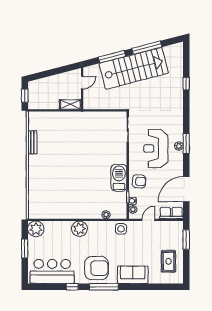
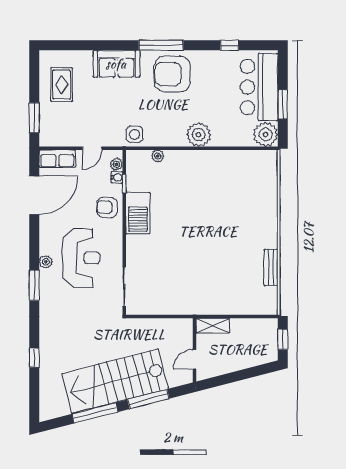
window: (186, 144) -> (34, 285), moved
bar counter: (52, 271) -> (259, 87), moved, turned 90
window: (72, 287) -> (230, 45), moved

